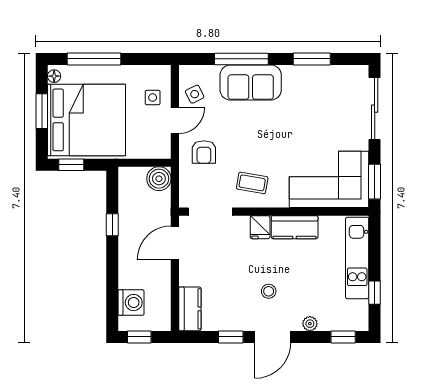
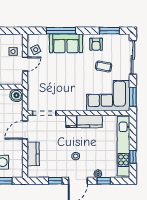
window: (312, 59) -> (110, 31), moved
armchair: (204, 152) -> (96, 44), moved
coffee table: (252, 183) -> (104, 66), moved
kitchen unit: (357, 258) -> (123, 146), width x1.36
kitchen counter: (190, 309) -> (33, 154), moved
window: (343, 337) -> (104, 181), moved

